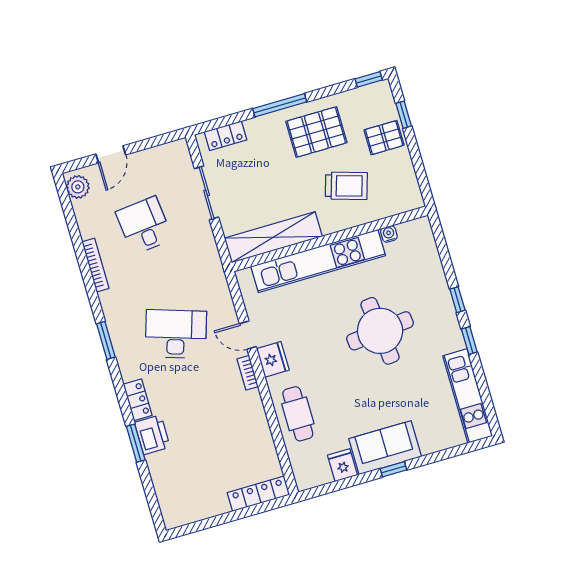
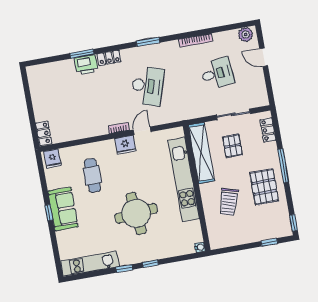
pallet: (384, 138) -> (232, 146), moved
water cooler: (389, 234) -> (200, 247), moved
cafe table: (298, 414) -> (92, 175), moved, turned 90
fridge: (342, 465) -> (52, 158), moved, turned 90
locker: (258, 494) -> (44, 133), width x0.66

